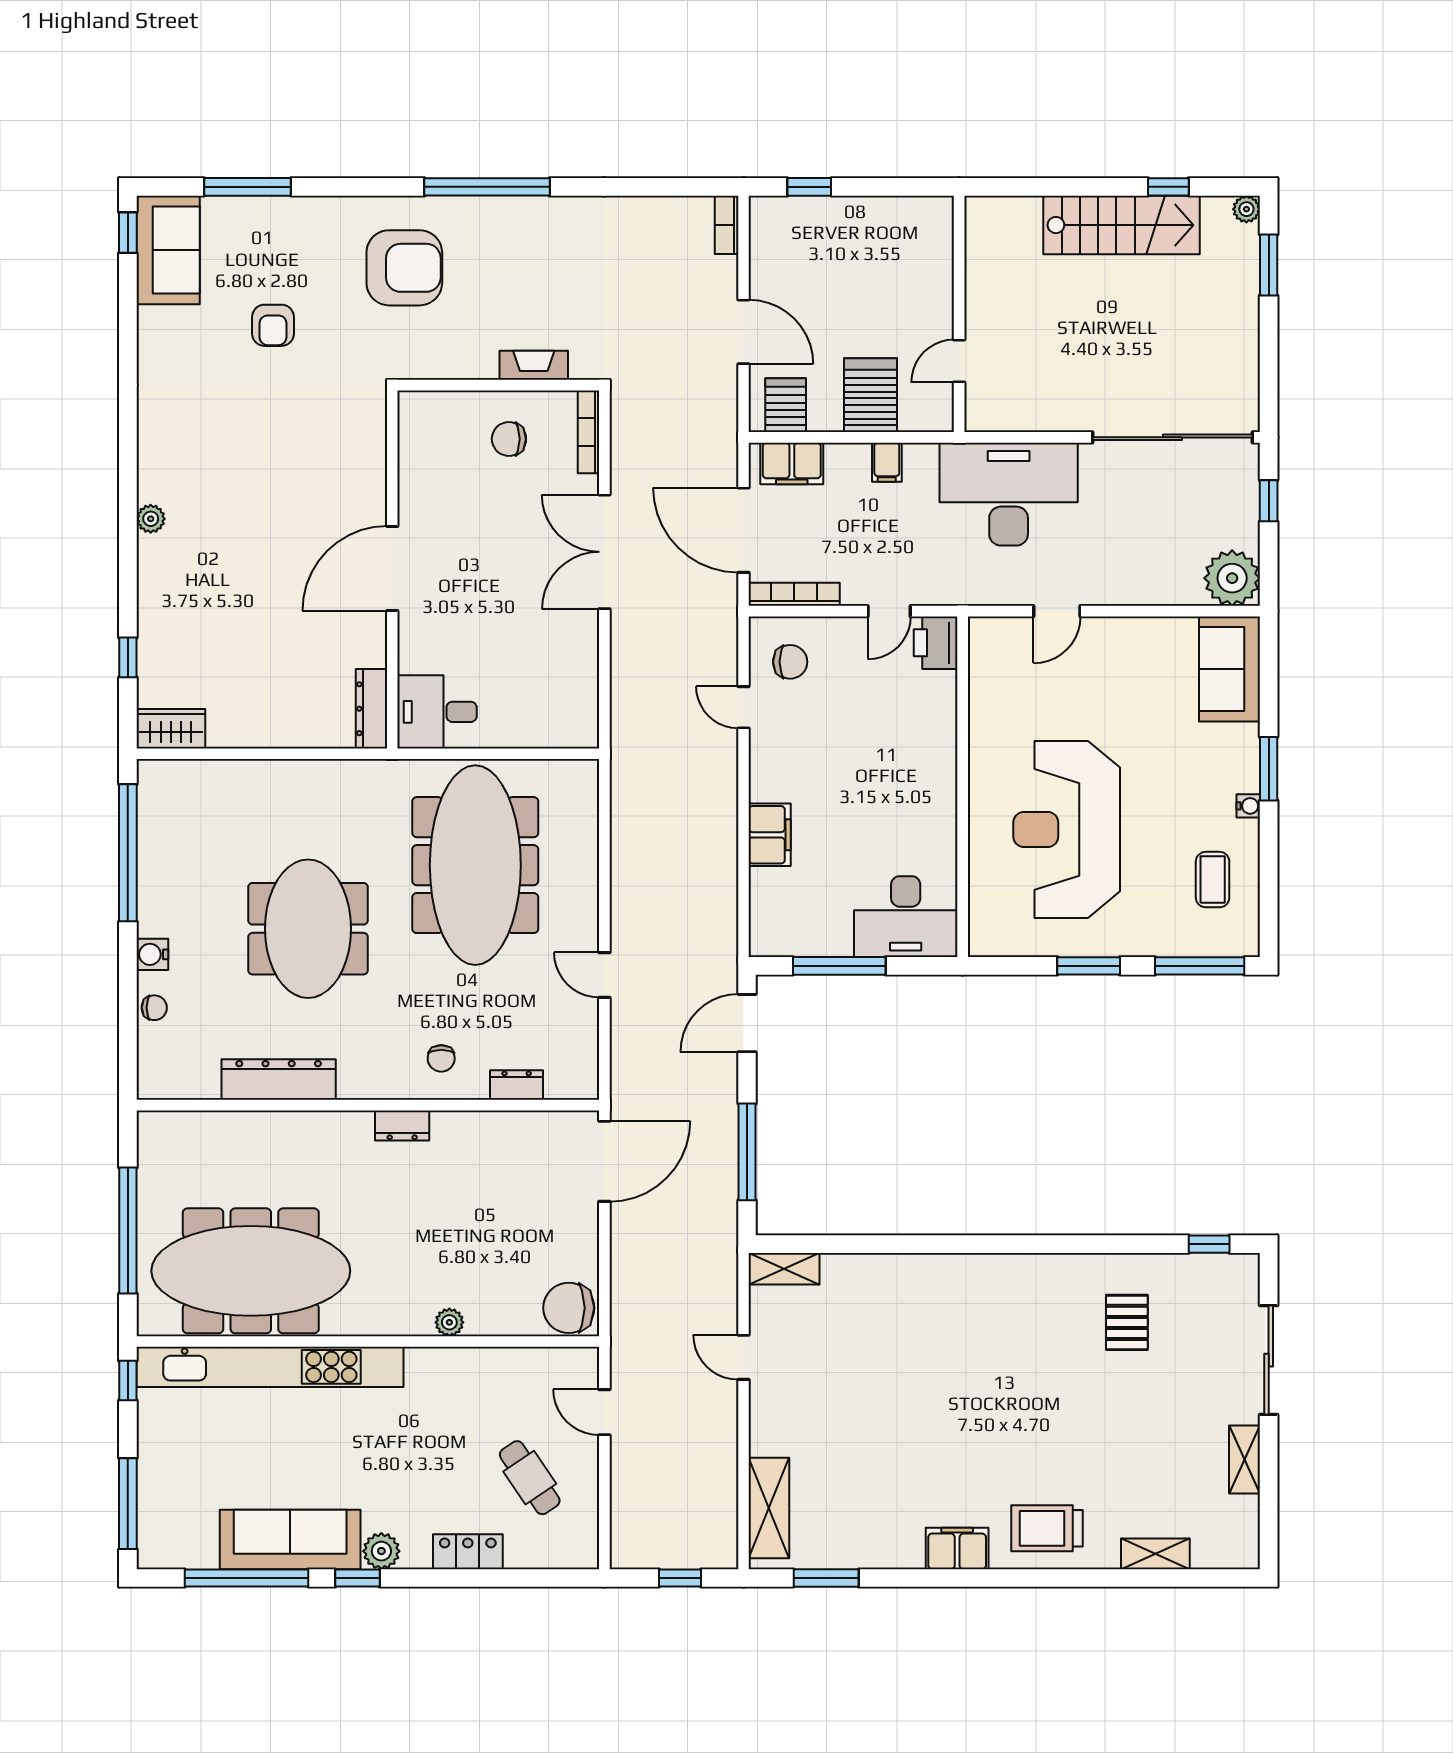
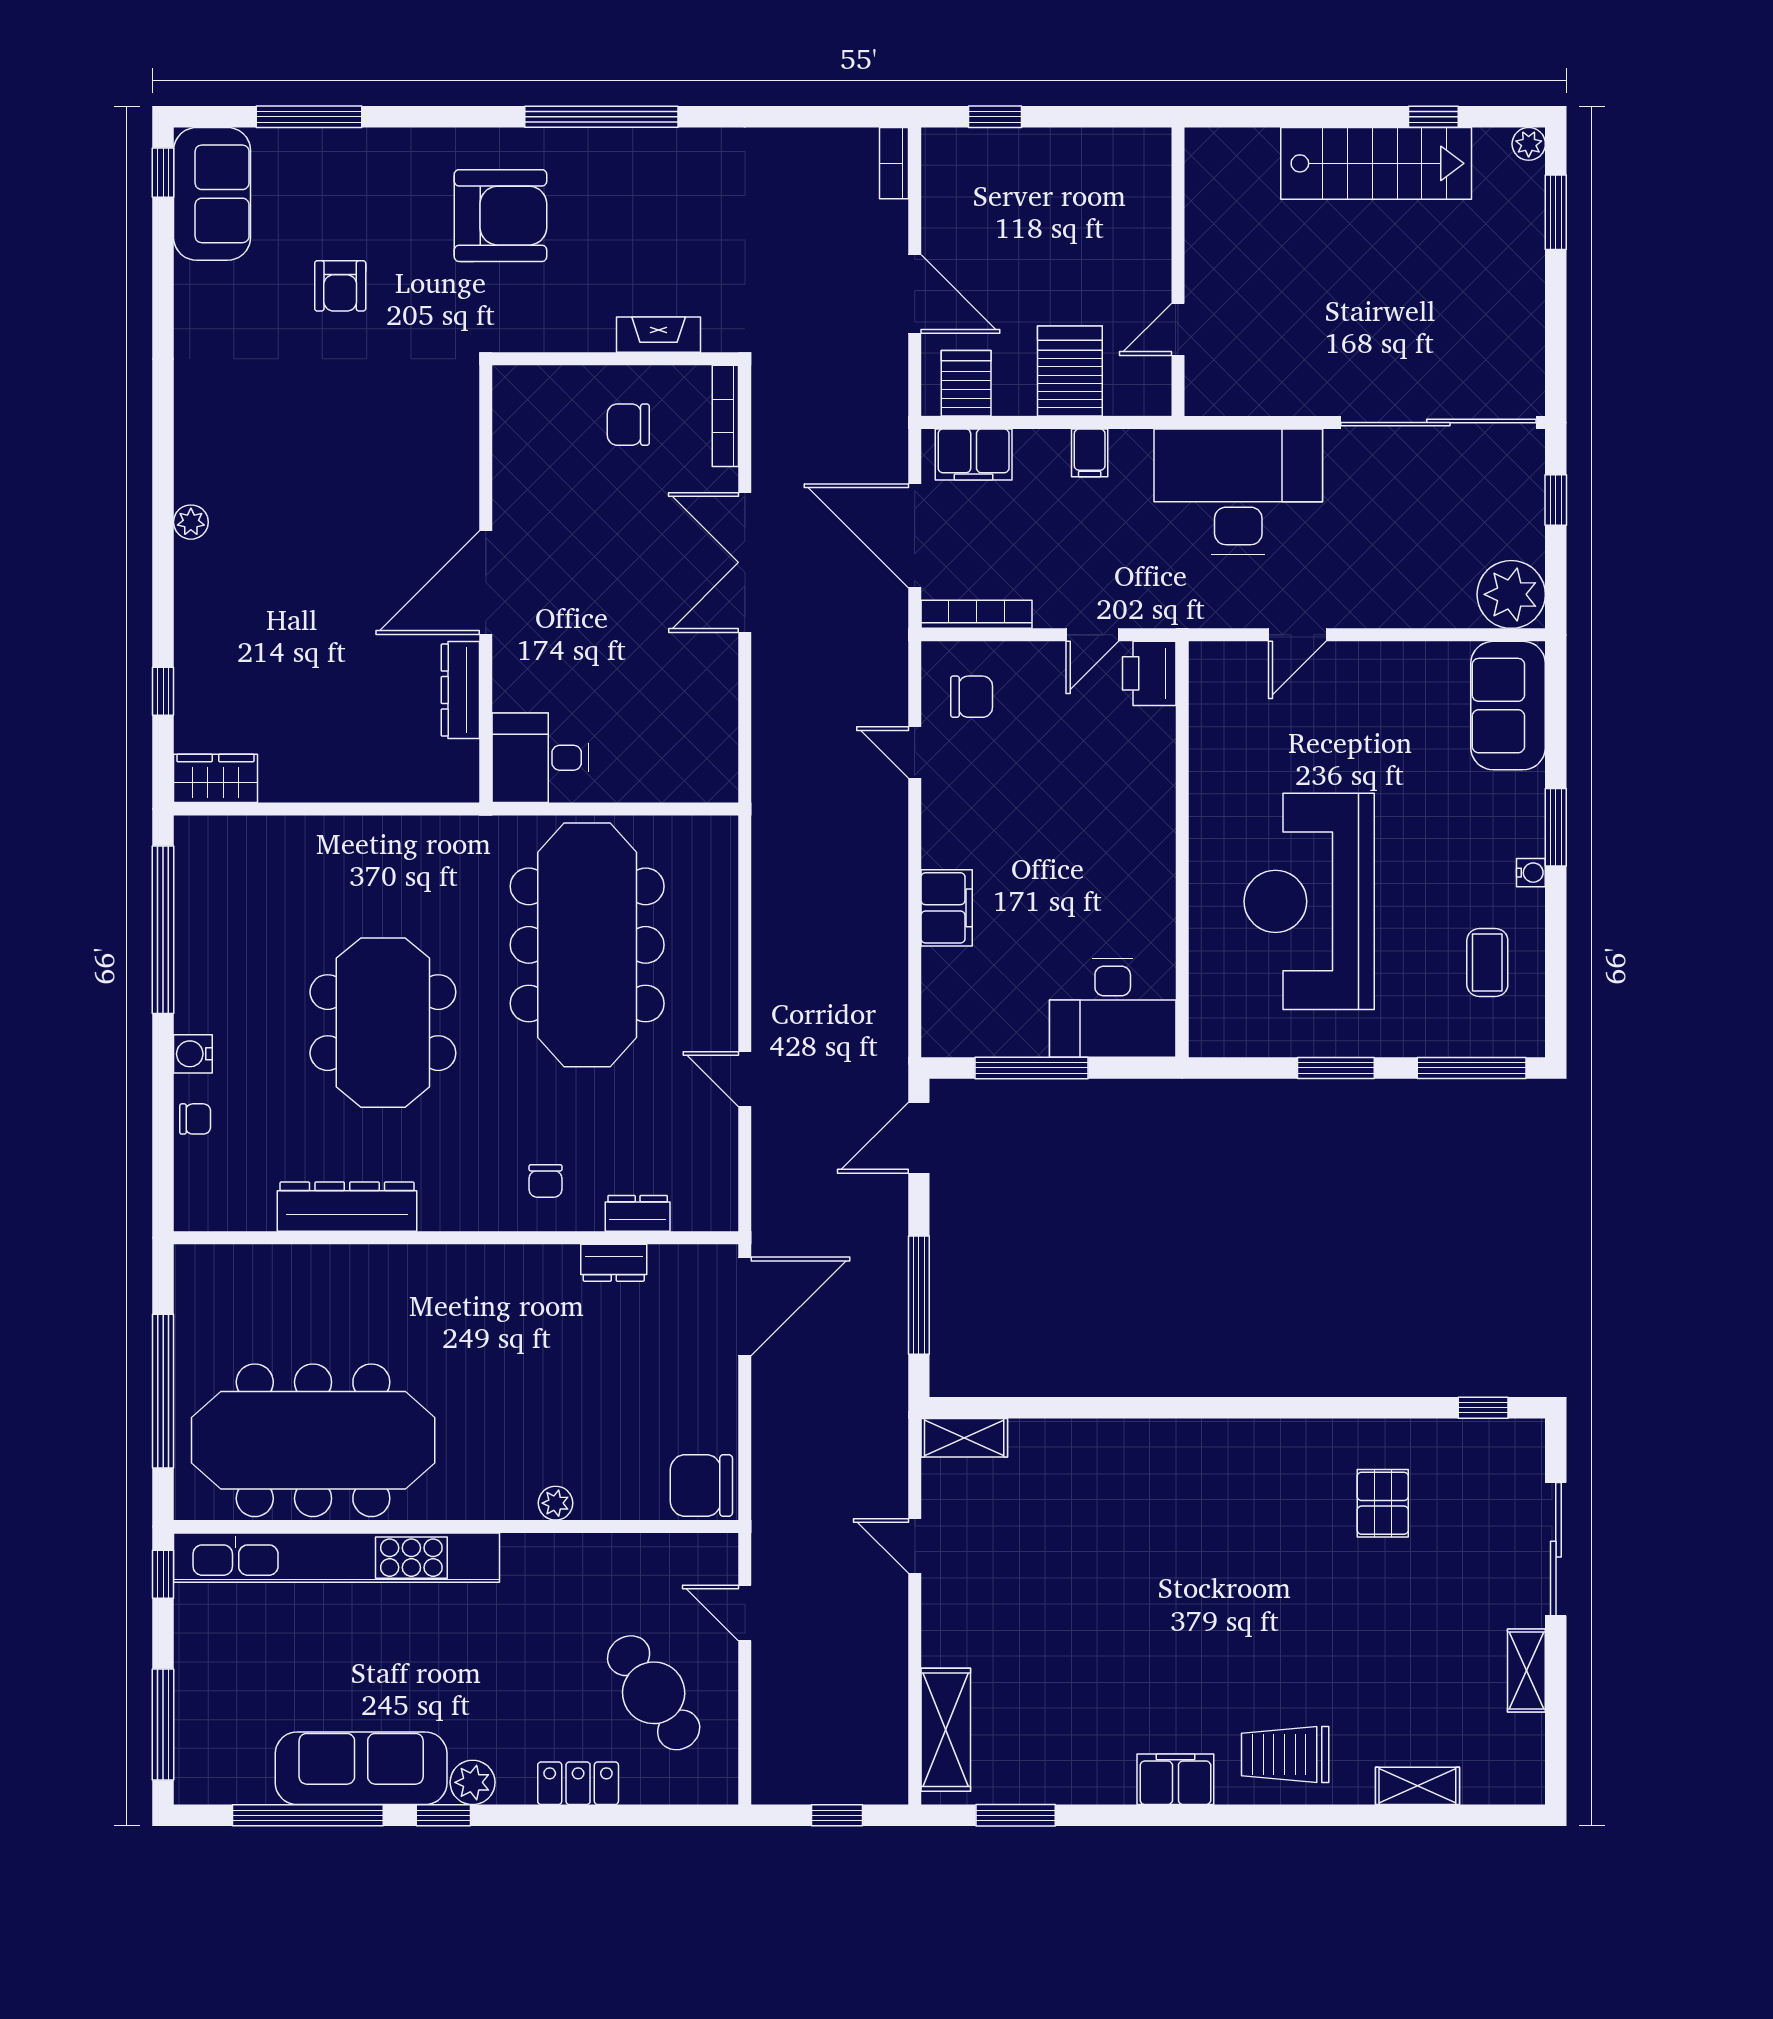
dresser: (371, 709) -> (460, 690), moved
dresser: (402, 1125) -> (614, 1263), moved
cafe table: (530, 1478) -> (654, 1693), width x1.37, depth x1.35

